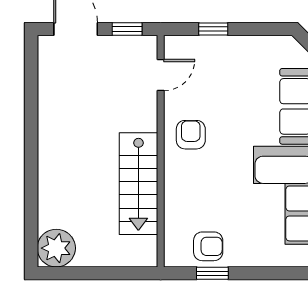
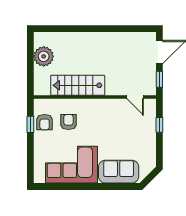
armchair: (191, 135) -> (68, 122), moved, turned -90
plant: (56, 248) -> (44, 56), moved

